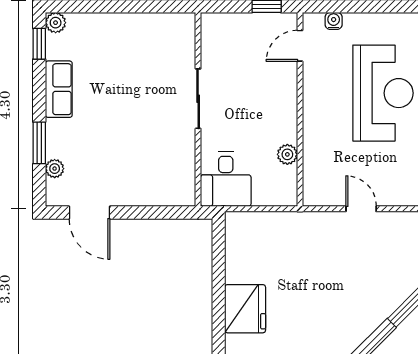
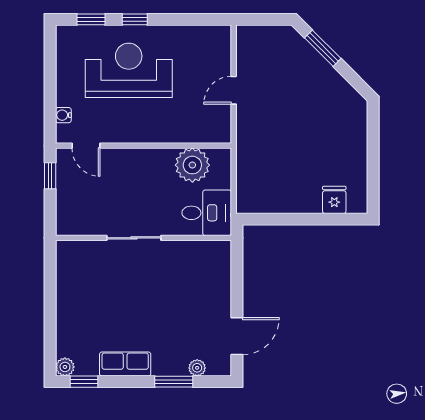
plant: (287, 154) -> (192, 165), width x1.87, depth x1.87
fridge: (245, 309) -> (334, 200), width x0.53, depth x0.75

